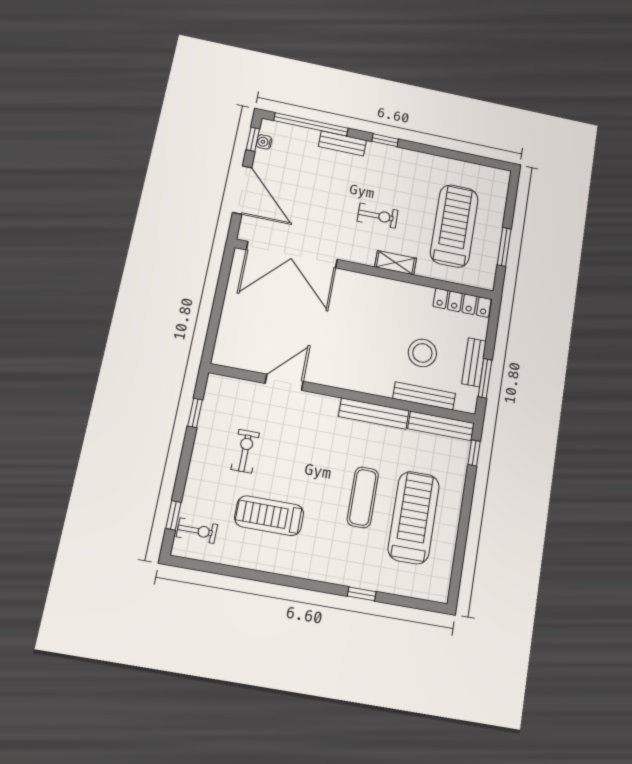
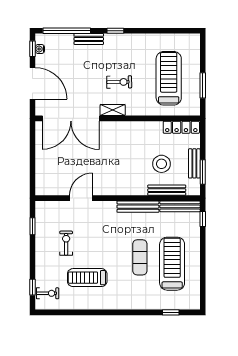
shelving: (396, 263) -> (113, 110), moved
window: (362, 594) -> (171, 312), moved

